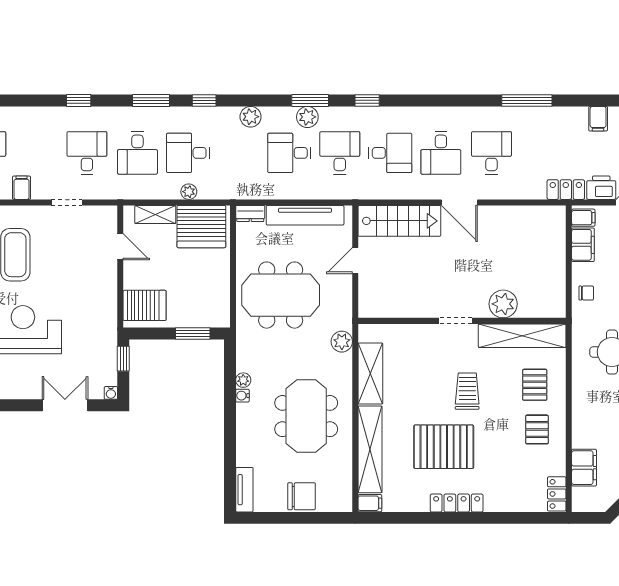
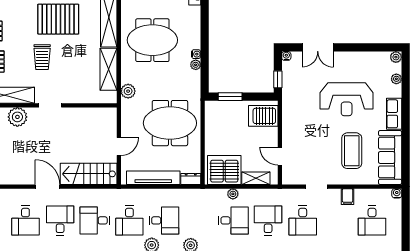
meeting table: (306, 416) -> (152, 40), turned 90

